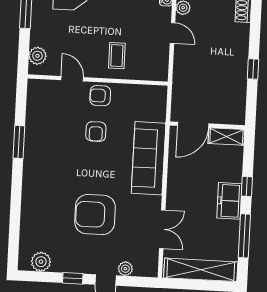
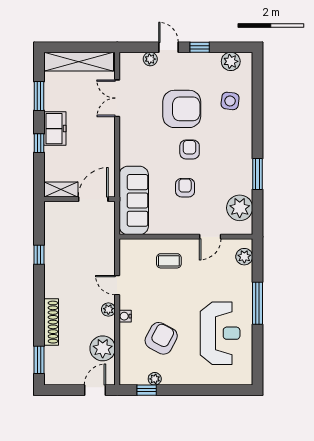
coffee table: (117, 56) -> (169, 261), turned 90
door: (72, 79) -> (210, 237), hinge flipped
armchair: (100, 96) -> (190, 149), moved, turned -90
plant: (40, 107) -> (240, 208), added
sofa: (149, 158) -> (134, 200), moved
side table: (44, 220) -> (230, 101), added
window: (244, 236) -> (39, 96), width x0.69

